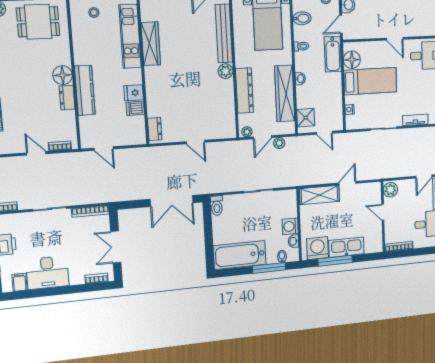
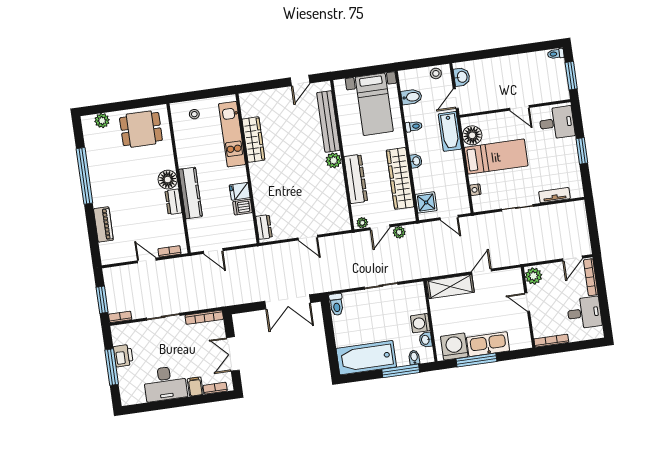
filing cabinet: (19, 282) -> (195, 387), moved

